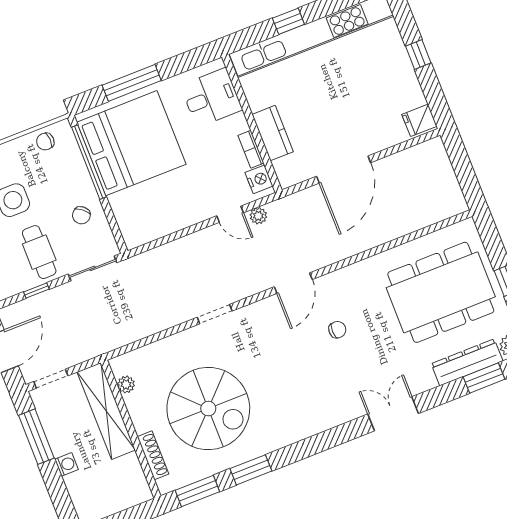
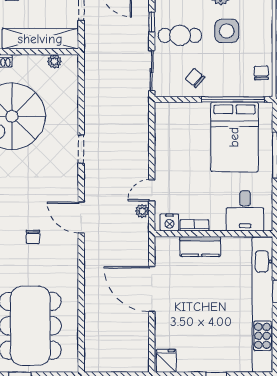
bed: (131, 143) -> (234, 137), width x0.73

